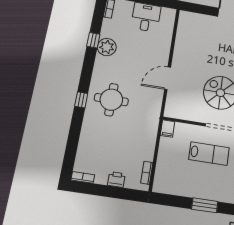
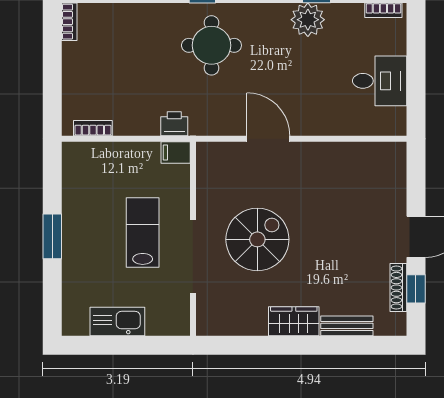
lab bench: (209, 154) -> (143, 232), turned 180
printer: (116, 180) -> (174, 124), moved, turned -90

